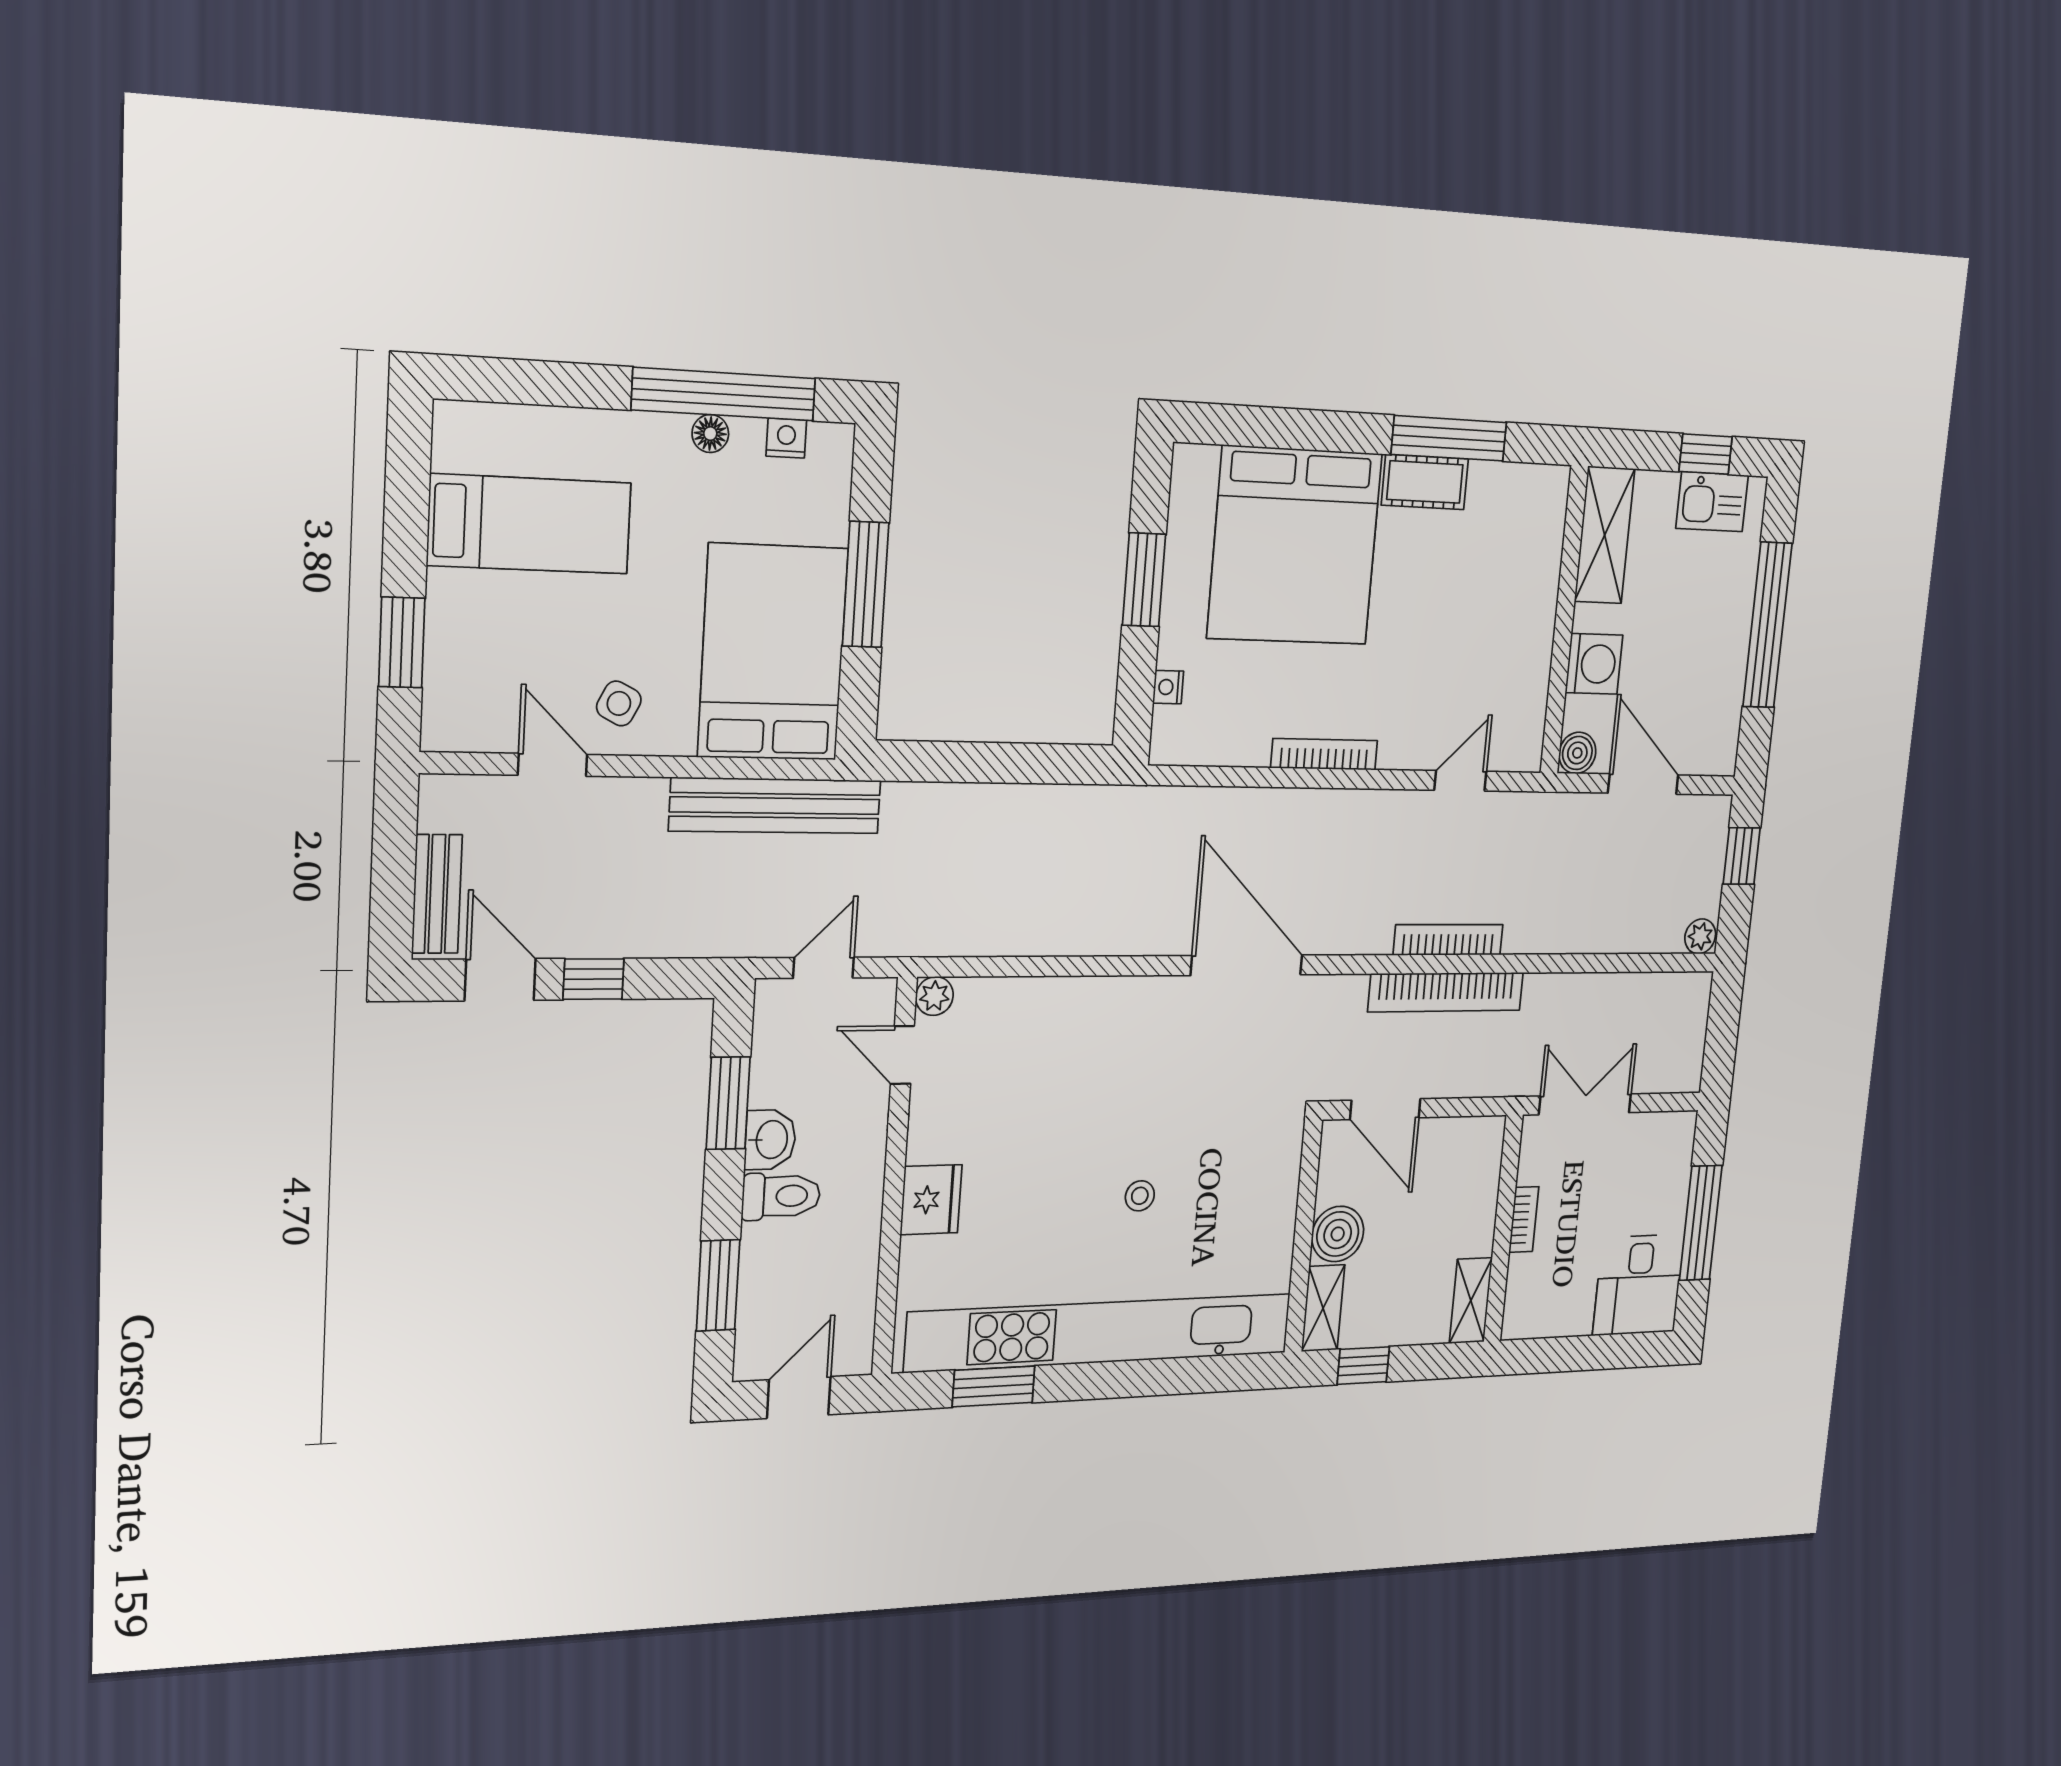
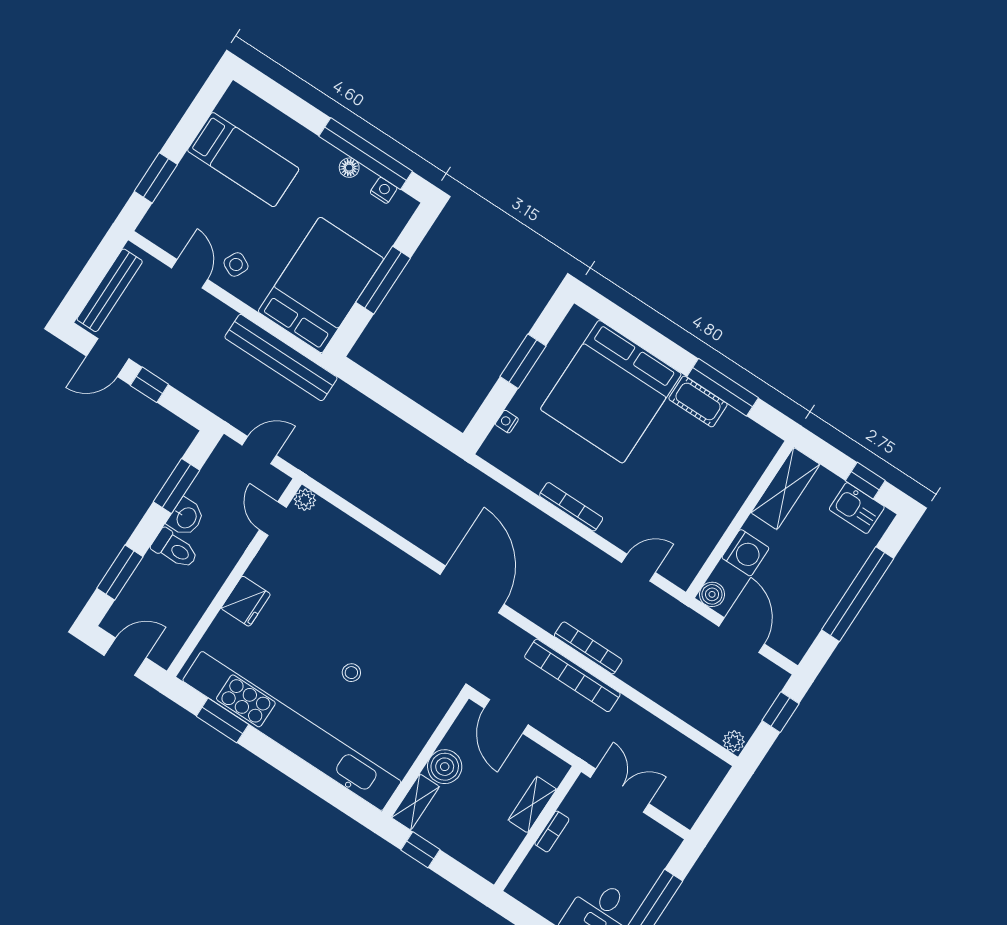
bench: (437, 894) -> (110, 290), width x1.36
door: (500, 980) -> (108, 357), swing flipped
shelving: (1471, 1301) -> (532, 805), moved

